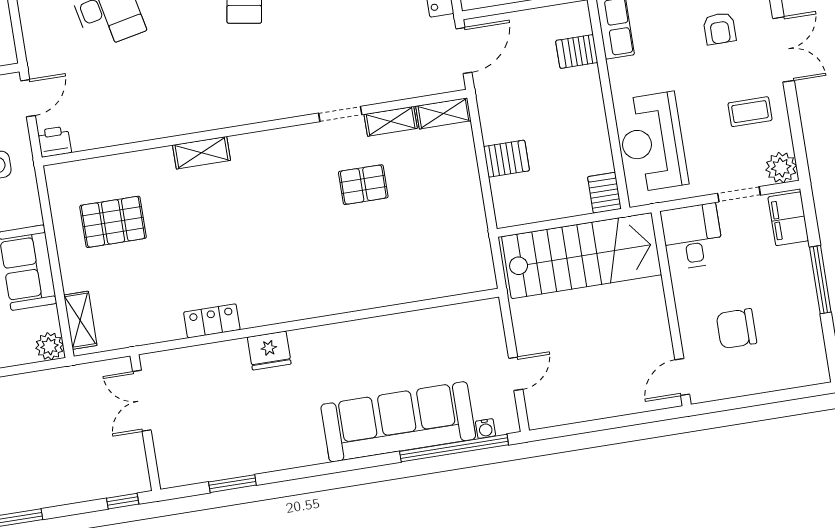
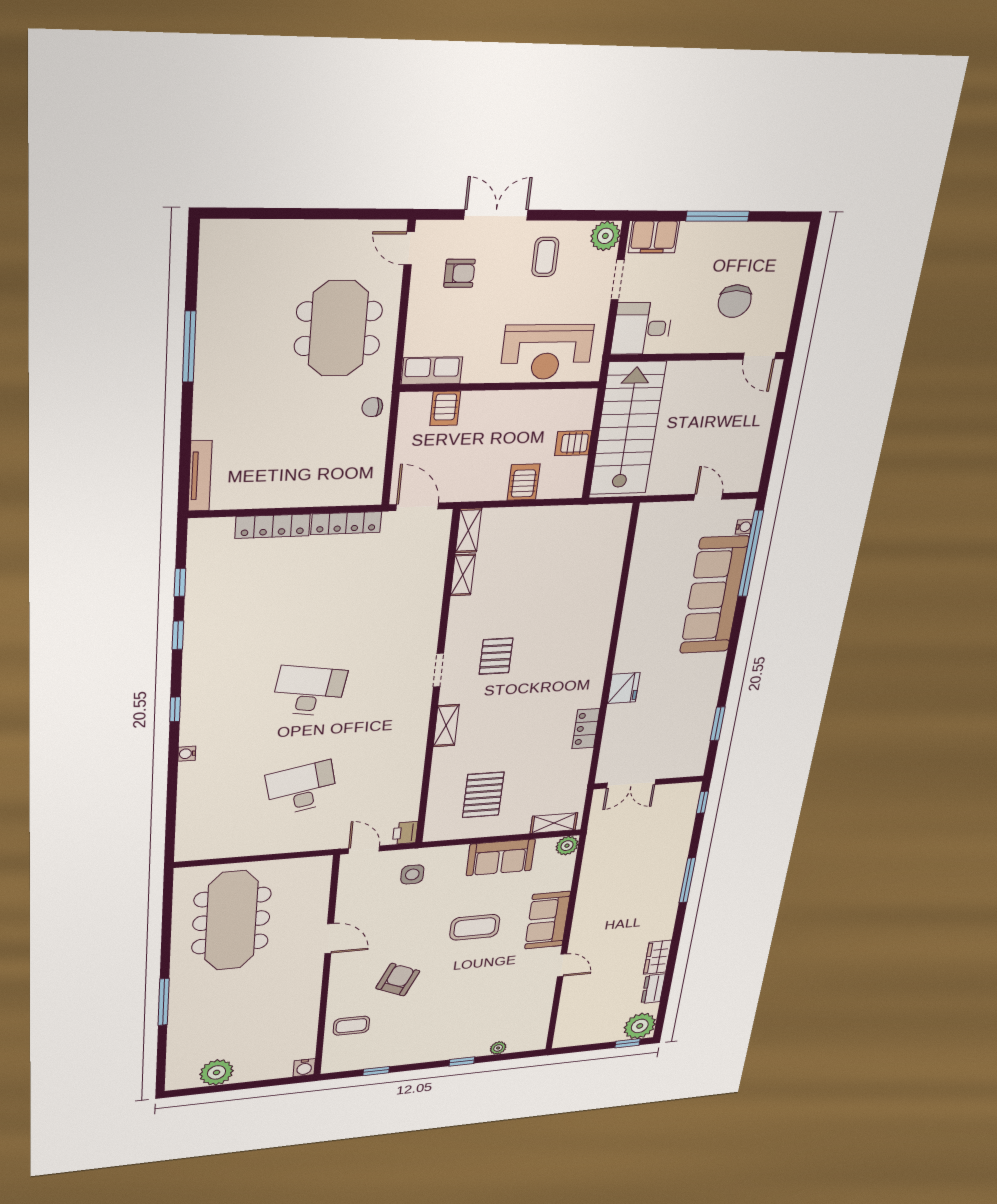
doorway: (340, 114) -> (438, 670), moved
pallet: (363, 185) -> (496, 656), moved
server rack: (604, 193) -> (573, 443), moved

